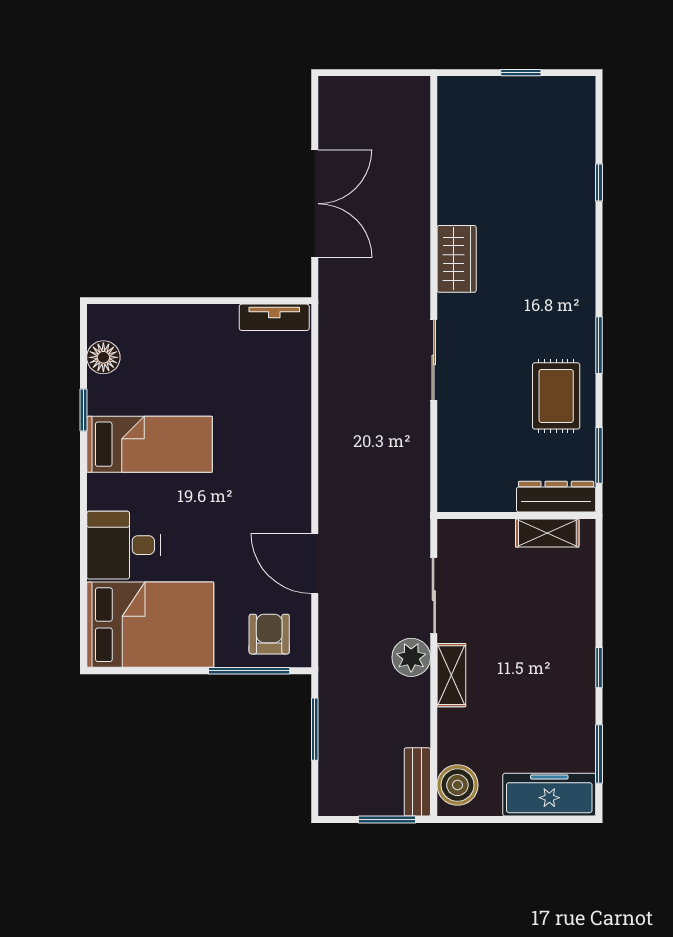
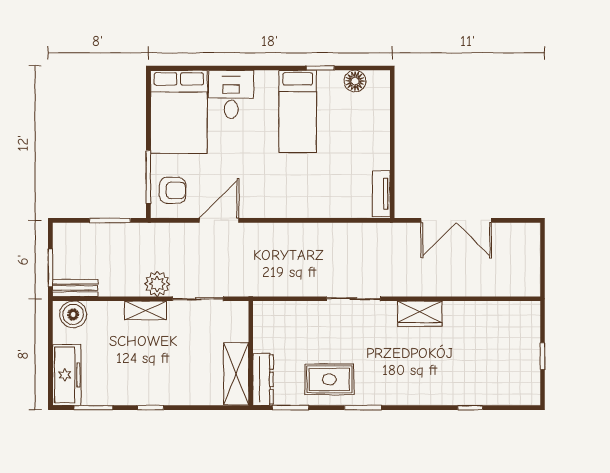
shelving: (547, 533) -> (236, 374), width x1.50, depth x1.33

